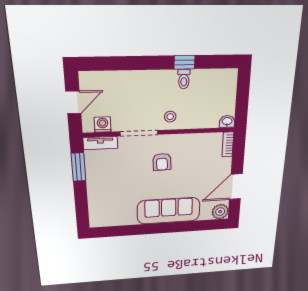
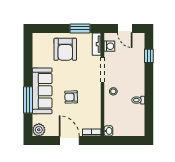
window: (185, 62) -> (149, 56), moved
armchair: (162, 162) -> (71, 97), moved
armchair: (110, 185) -> (65, 49), added
door: (236, 187) -> (69, 141), moved
window: (181, 227) -> (28, 100), added

